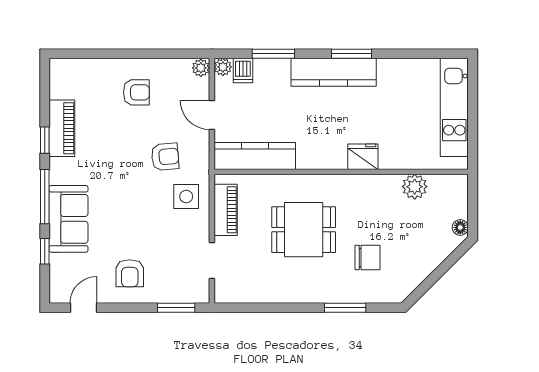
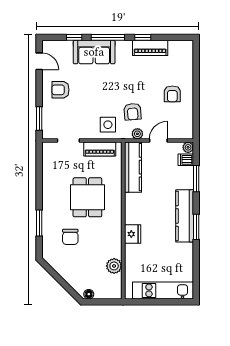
plant: (201, 68) -> (137, 134), moved

